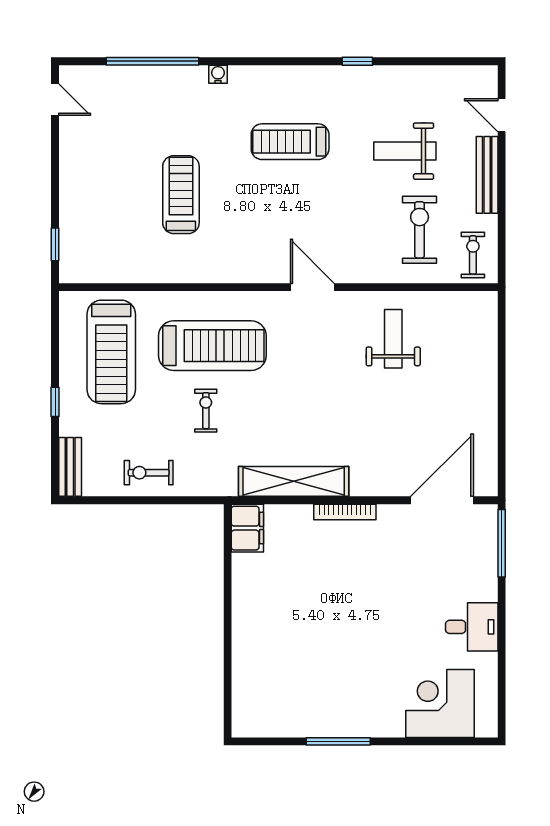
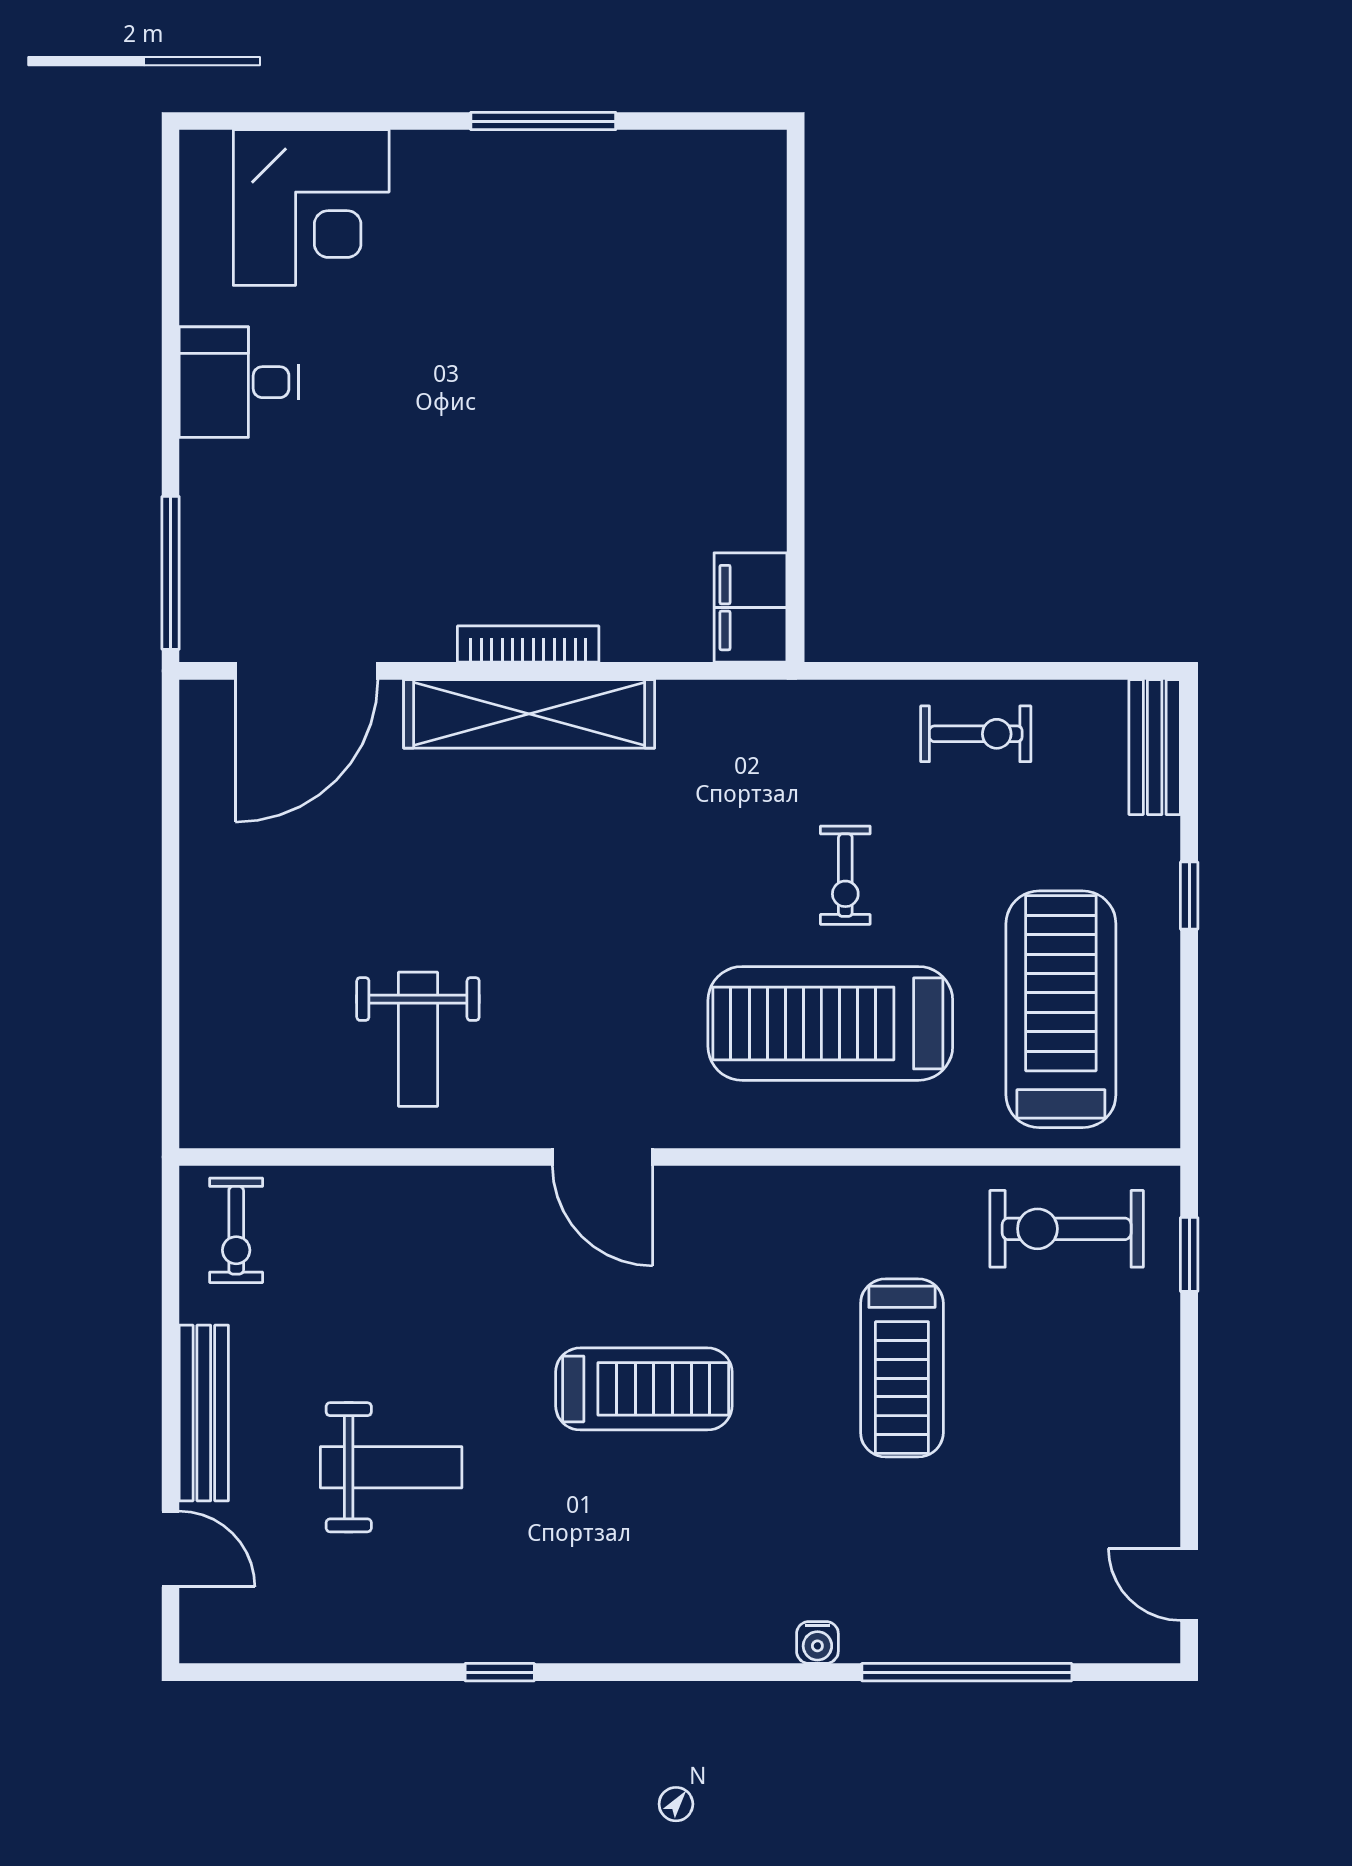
treadmill: (290, 142) -> (644, 1389), moved
exercise bike: (420, 230) -> (1067, 1229), moved, turned 90
shelving: (294, 481) -> (529, 714), moved

